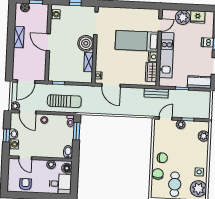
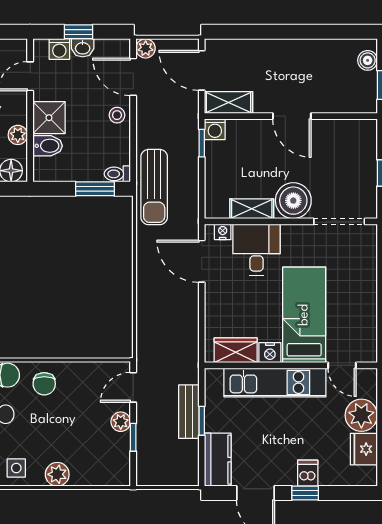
washing machine: (55, 14) -> (215, 129), moved
shelving: (19, 37) -> (229, 102), moved
door: (48, 42) -> (292, 116), swing flipped
desk: (107, 61) -> (256, 250), added
door: (111, 85) -> (202, 261), hinge flipped
bench: (156, 93) -> (189, 412), moved
sun lounger: (64, 101) -> (154, 187), moved
door: (28, 112) -> (133, 77), hinge flipped
door: (166, 118) -> (133, 387), swing flipped
plant: (204, 136) -> (57, 474), moved
shower: (44, 150) -> (49, 118), added
bidet: (68, 152) -> (48, 146), moved

